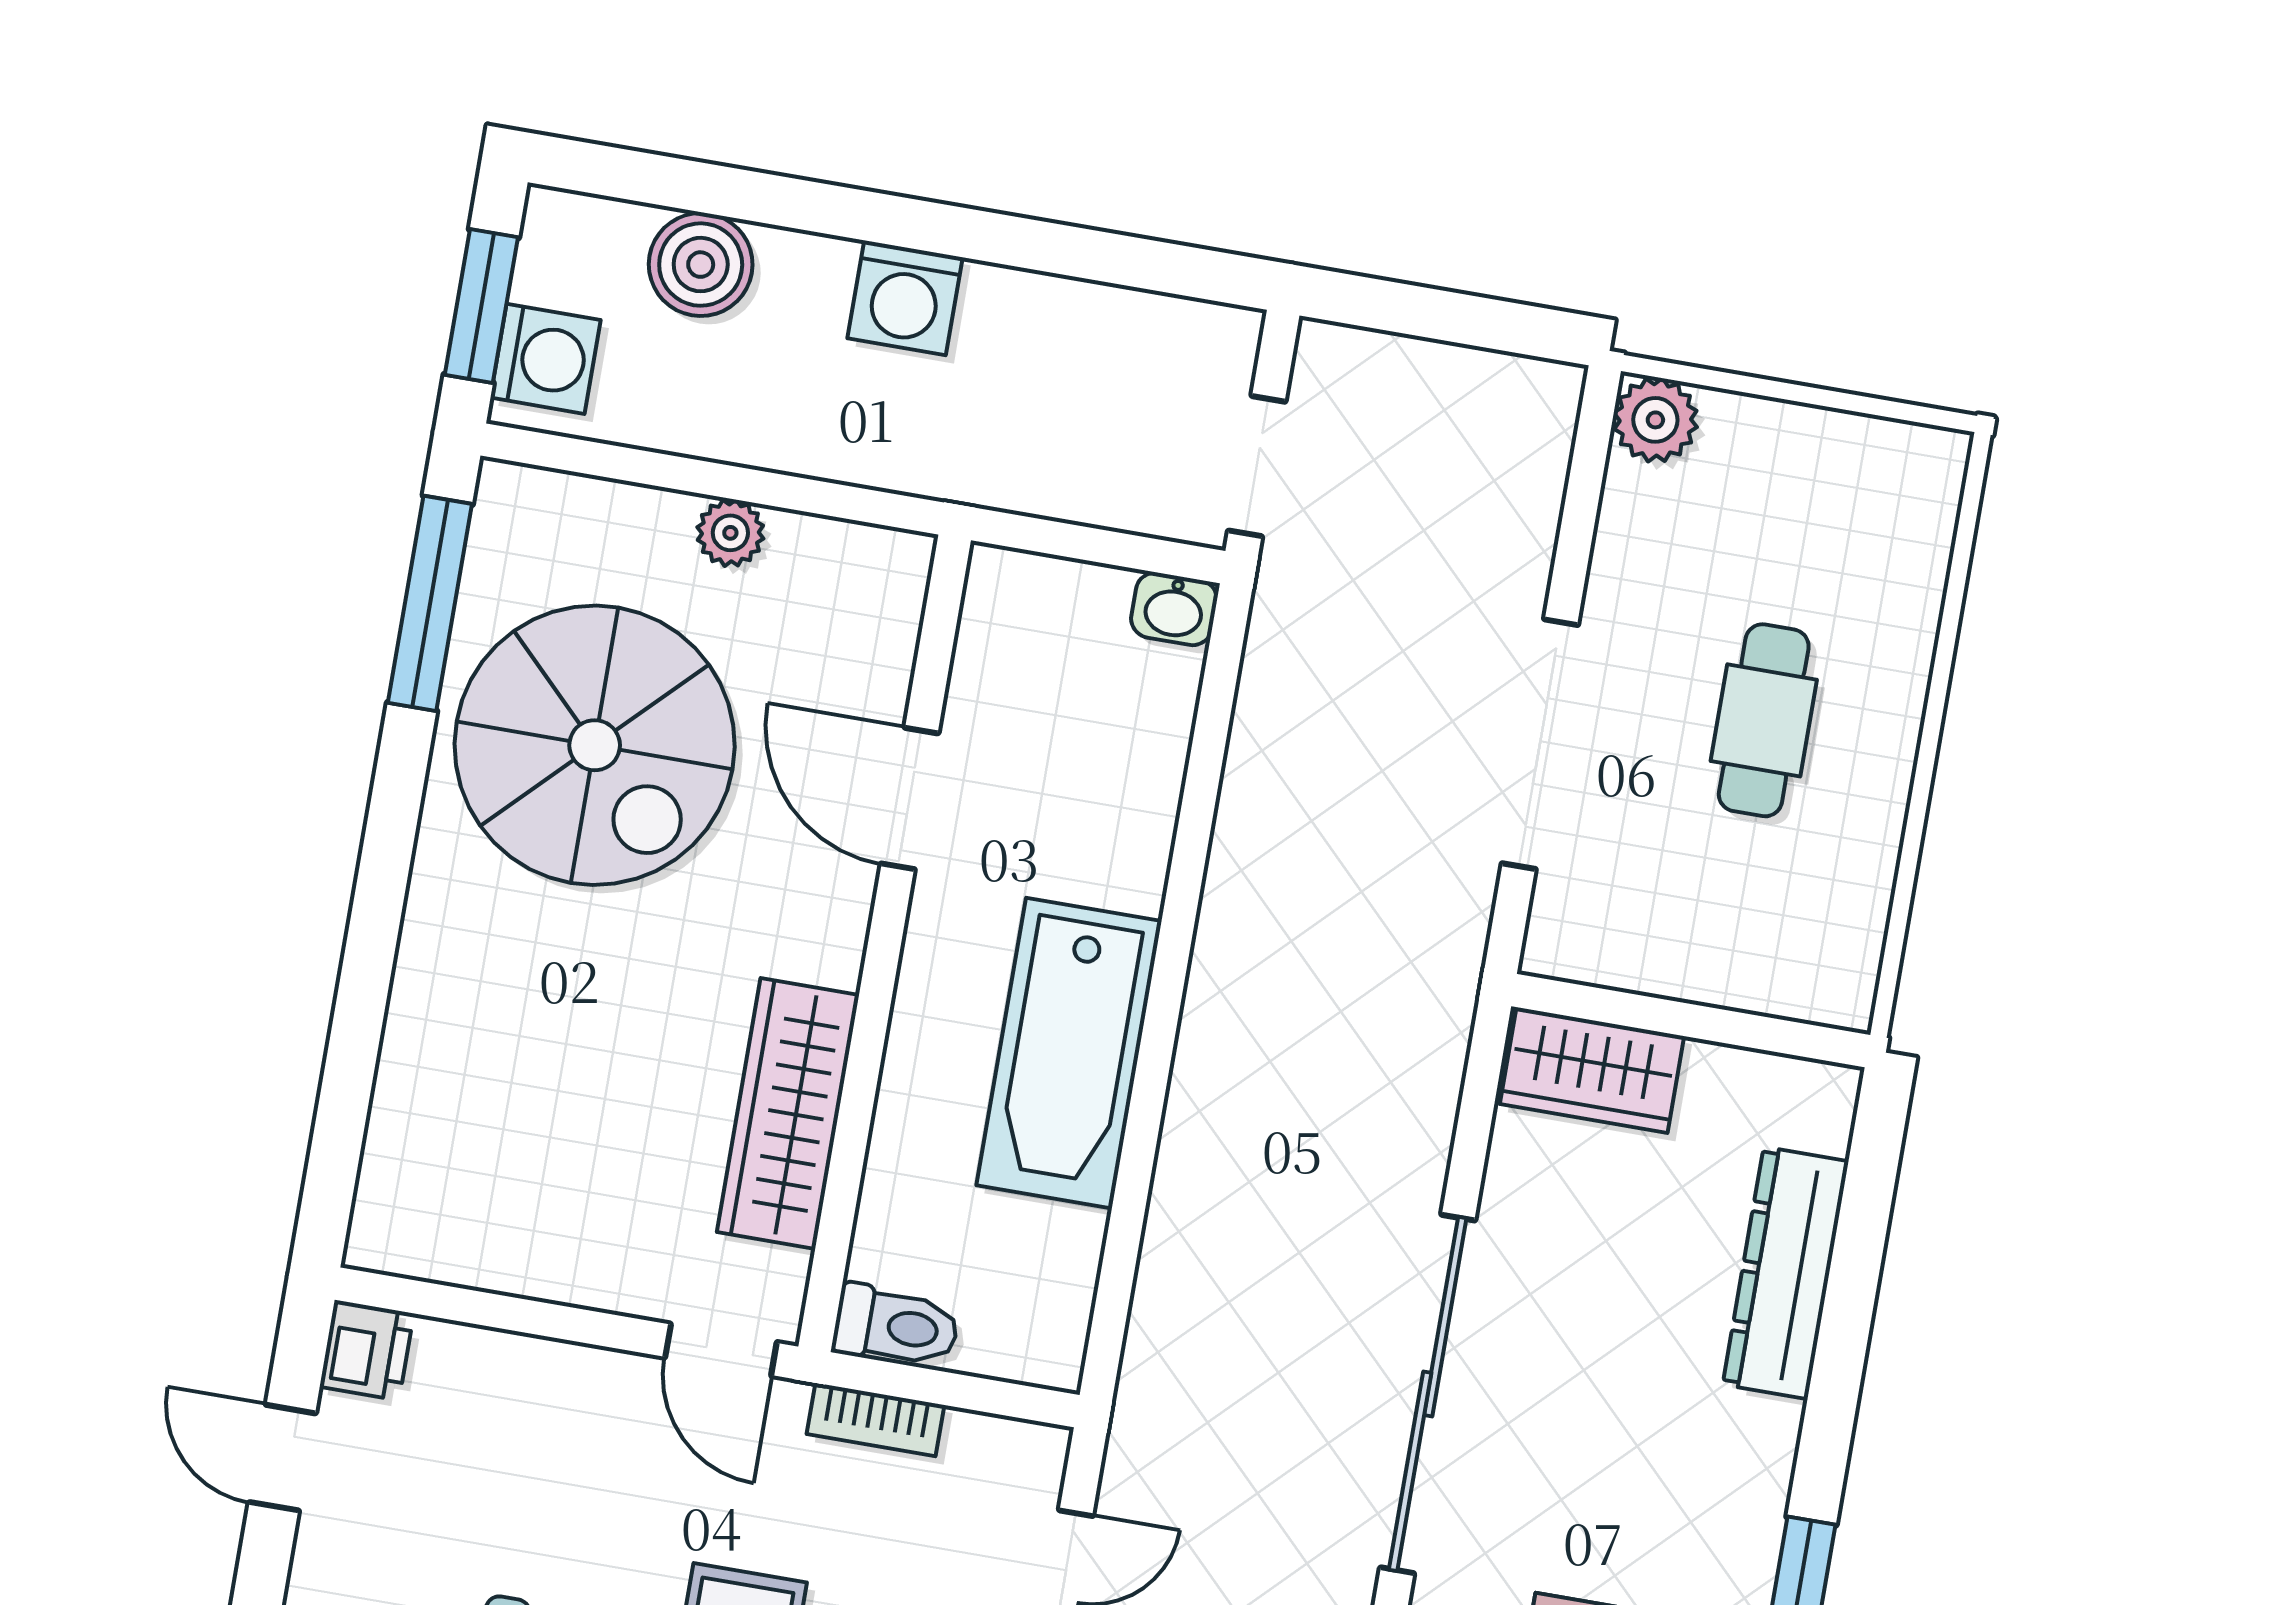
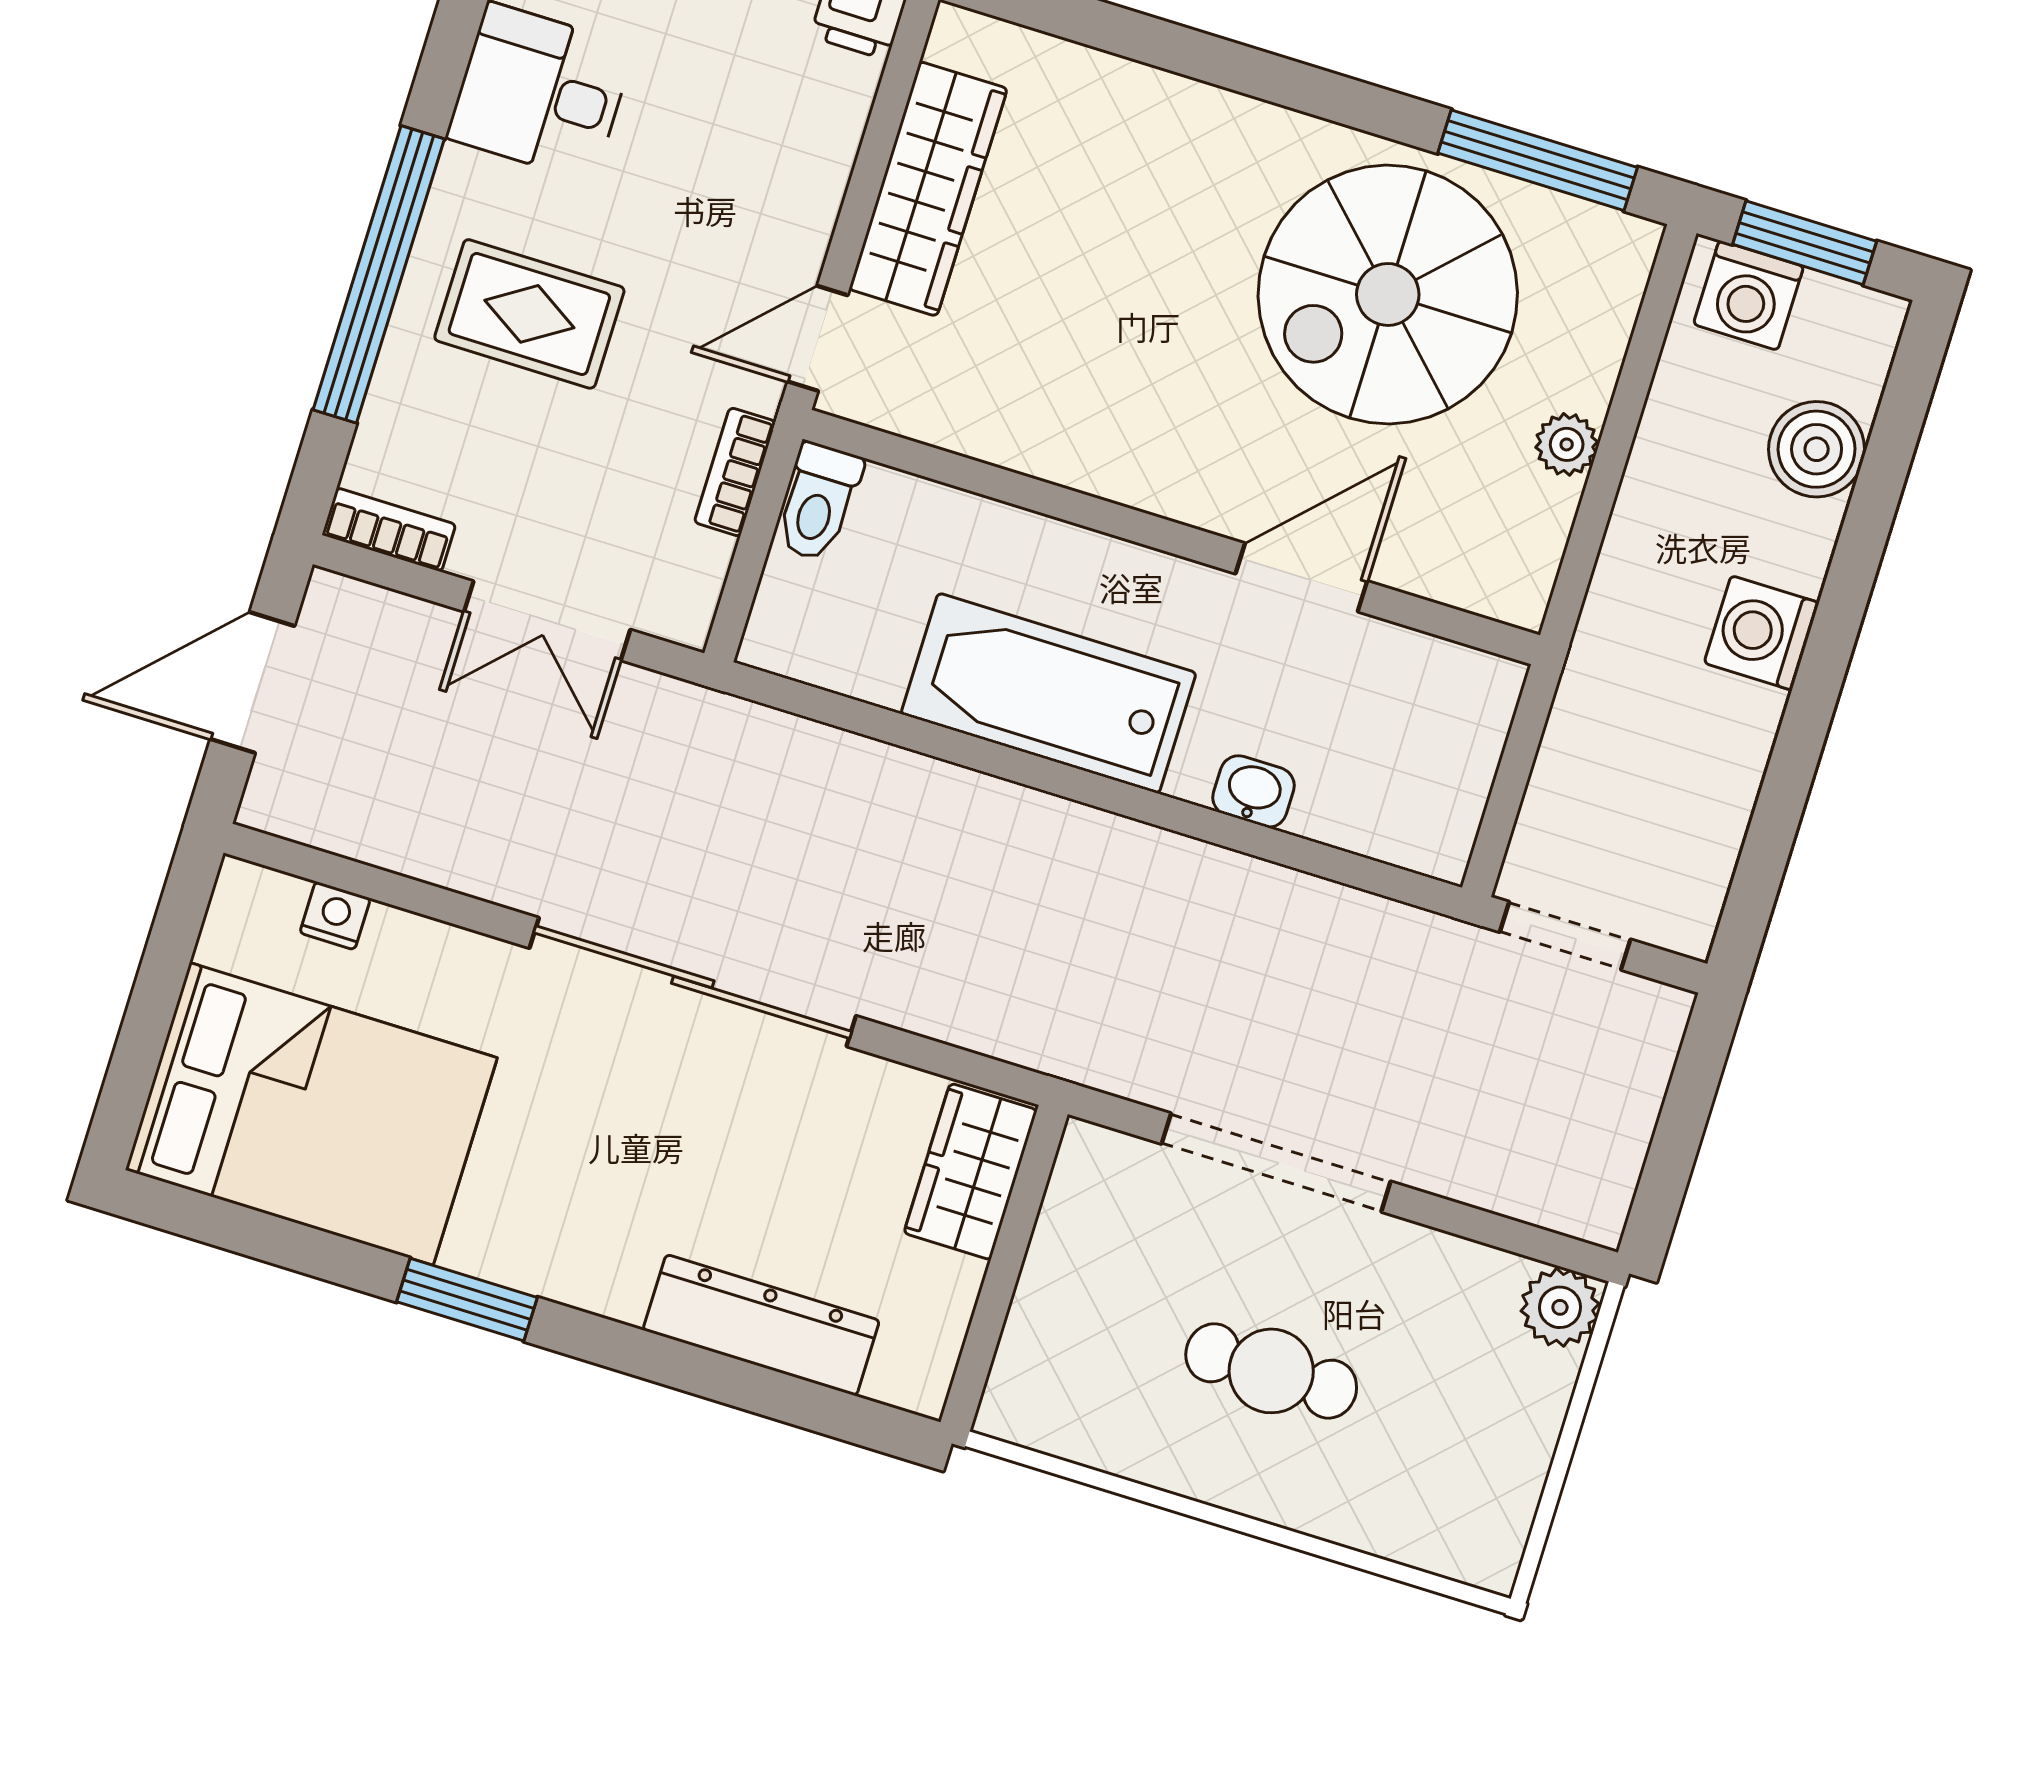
washbasin: (1174, 609) -> (1254, 791), moved, turned 90
wardrobe: (788, 1114) -> (928, 189), moved, turned 90

